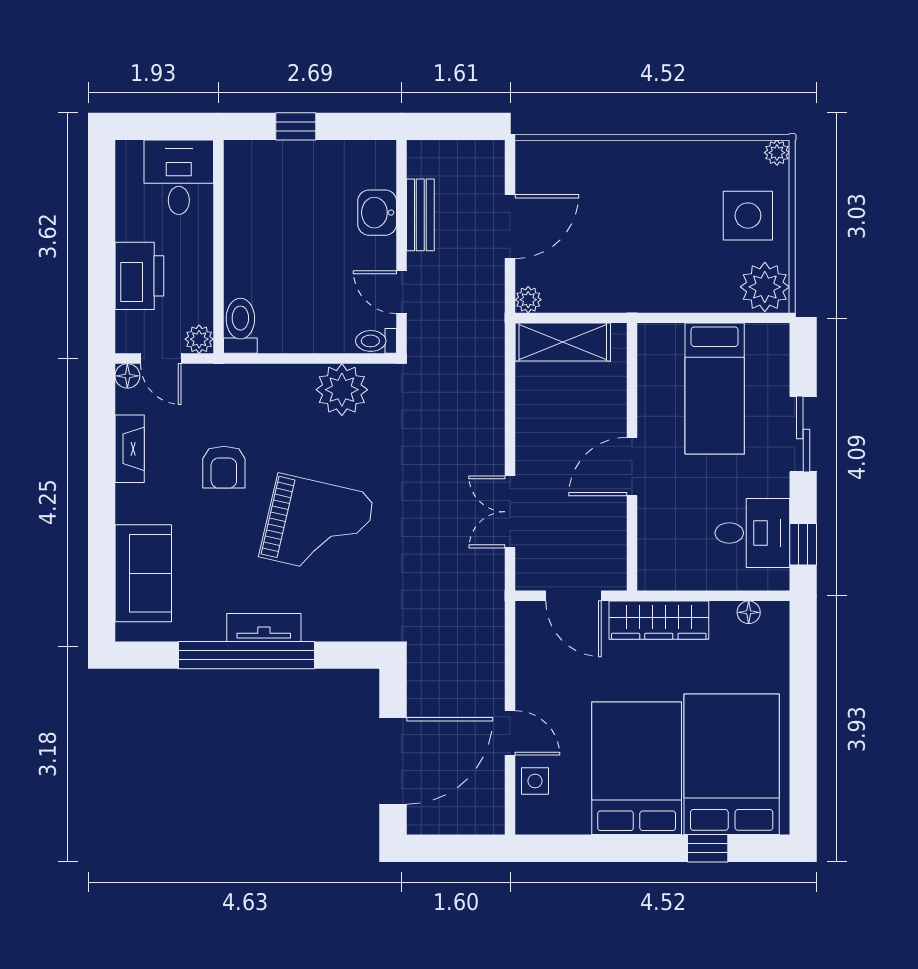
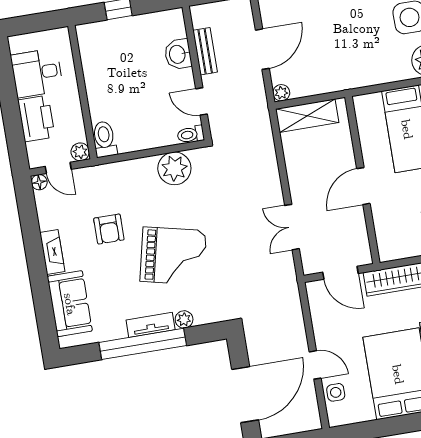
desk: (179, 177) -> (37, 73), moved, turned -90
fireplace: (130, 449) -> (52, 252), moved
plant: (317, 628) -> (184, 319), added

